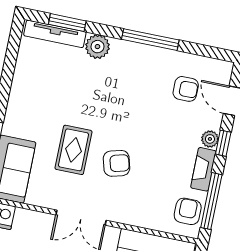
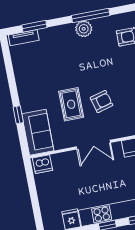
tv unit: (55, 34) -> (24, 38), width x0.71
plant: (97, 47) -> (84, 29), moved

